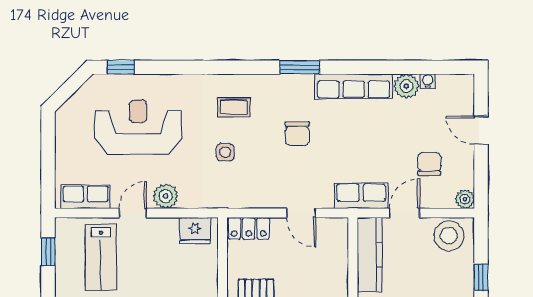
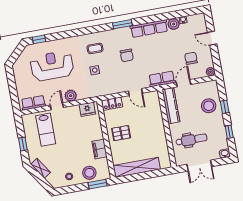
stool: (449, 236) -> (209, 106), moved
window: (48, 252) -> (23, 144), moved

